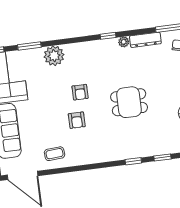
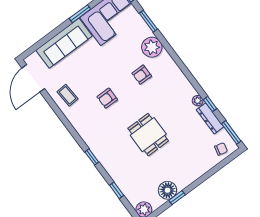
window: (108, 36) -> (210, 104), moved
armchair: (80, 92) -> (142, 75), moved
window: (133, 161) -> (92, 157), moved

